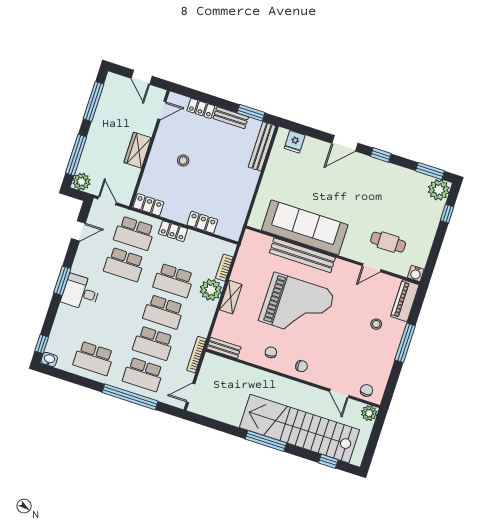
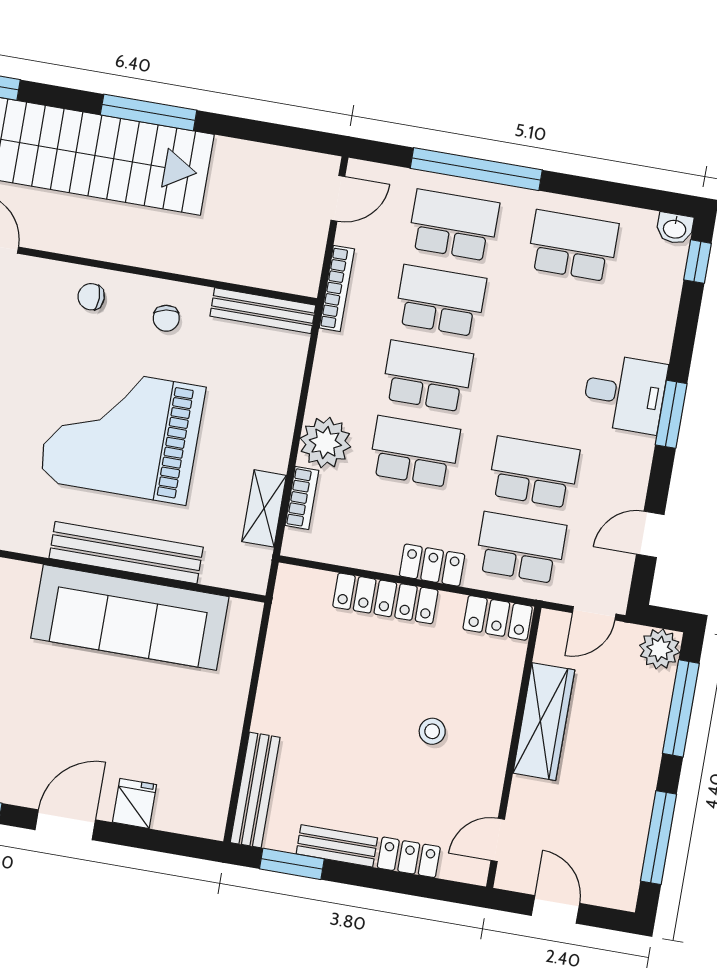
fridge: (295, 142) -> (135, 803), moved
wardrobe: (138, 150) -> (544, 722), width x1.50
door: (107, 201) -> (594, 613), hinge flipped
locker: (202, 222) -> (385, 598), width x1.53
shelving: (231, 297) -> (264, 508), moved
bench: (224, 348) -> (263, 311), width x1.36

